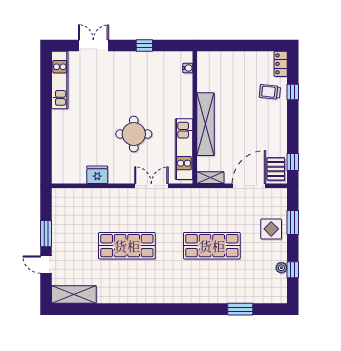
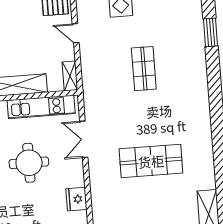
door: (249, 186) -> (76, 33), width x0.53
shop shelf: (127, 246) -> (151, 161), turned 90
shop shelf: (212, 246) -> (144, 69), width x0.70, depth x0.74

